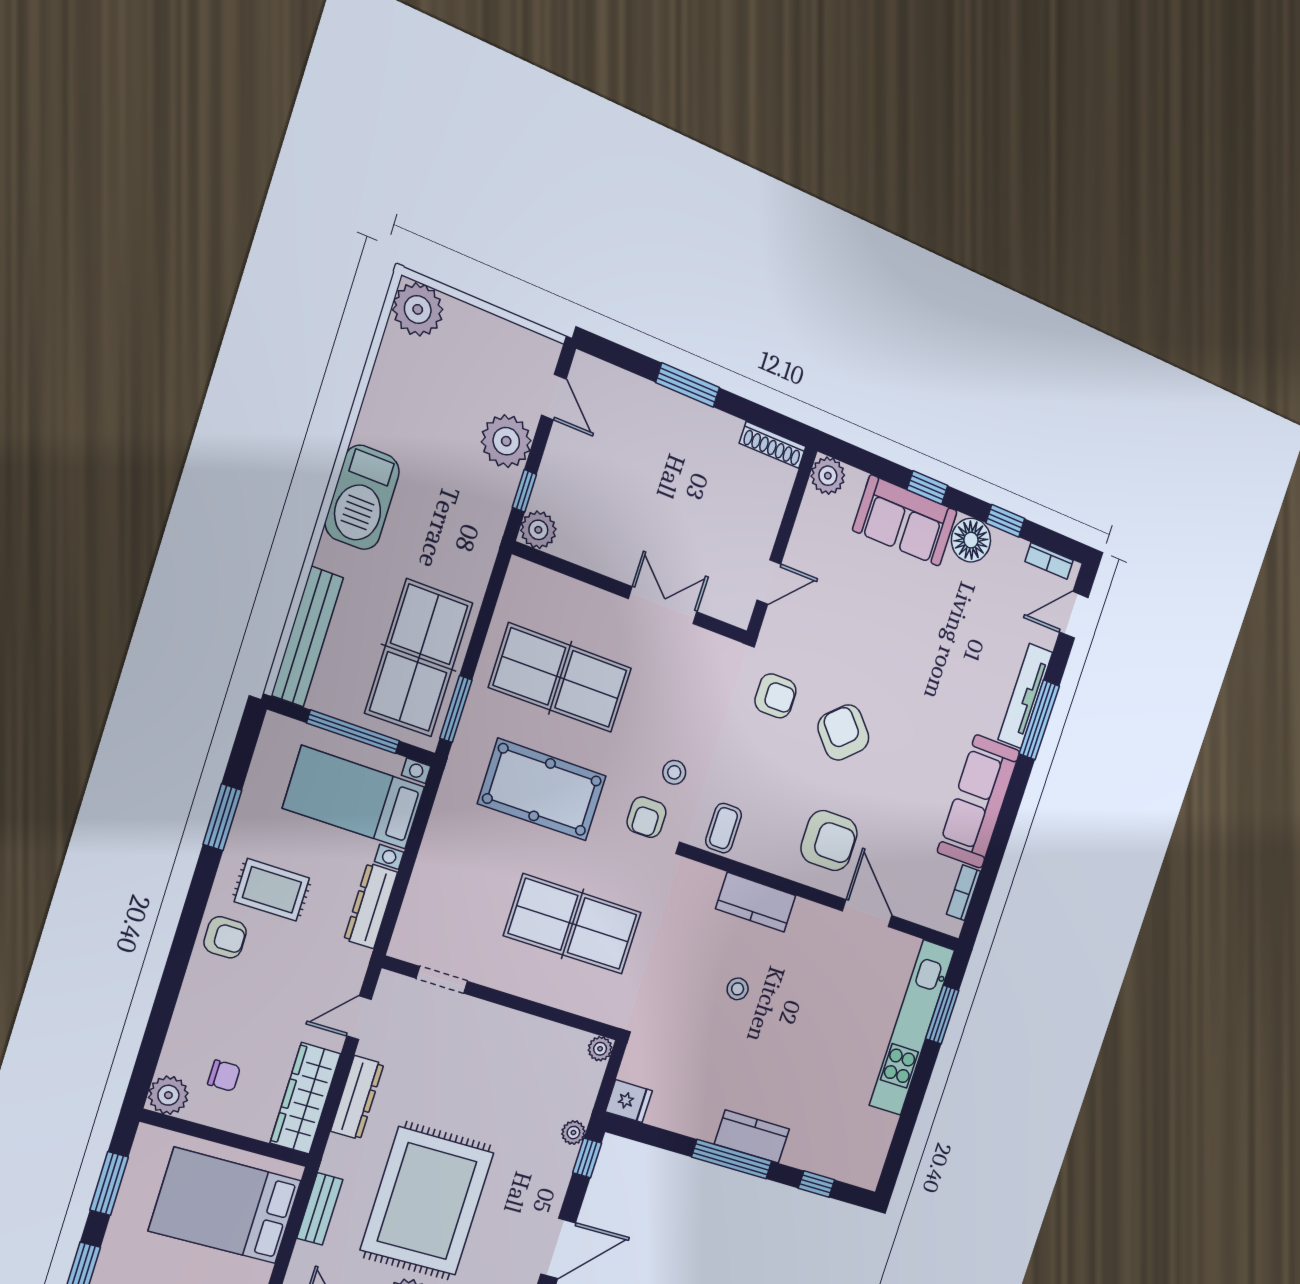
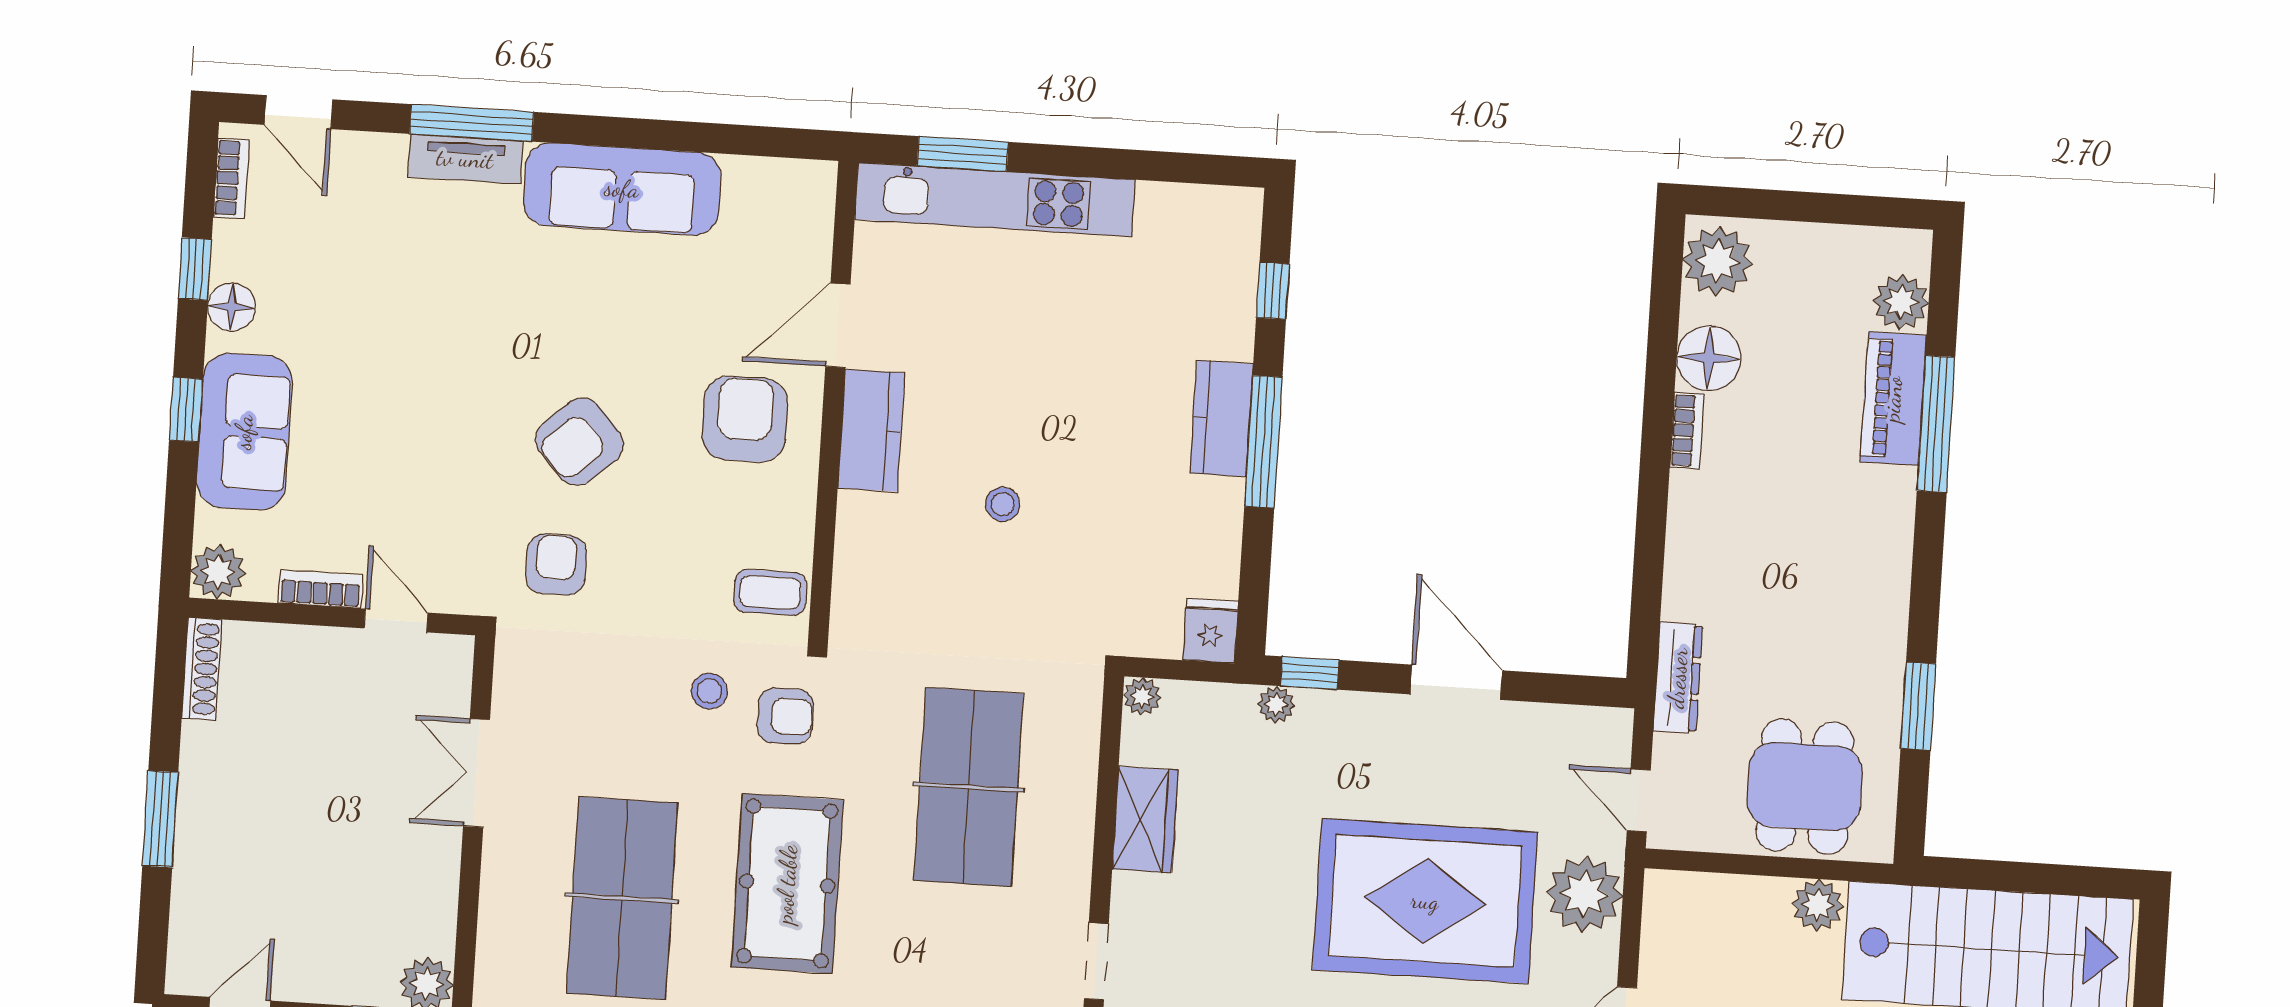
floor lamp: (971, 540) -> (232, 307), width x0.73, depth x0.73
tv unit: (1025, 696) -> (465, 159), width x0.71
bookcase: (964, 893) -> (320, 589), moved, turned 180
kitchen counter: (756, 902) -> (871, 431), moved
wardrobe: (524, 1033) -> (1145, 820), added

